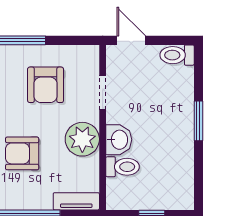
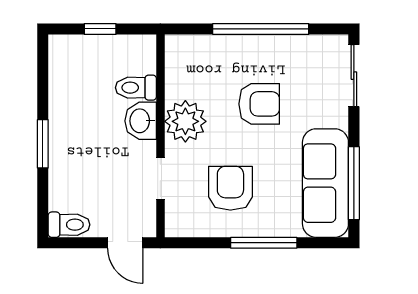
tv unit: (76, 201) -> (193, 45), removed

